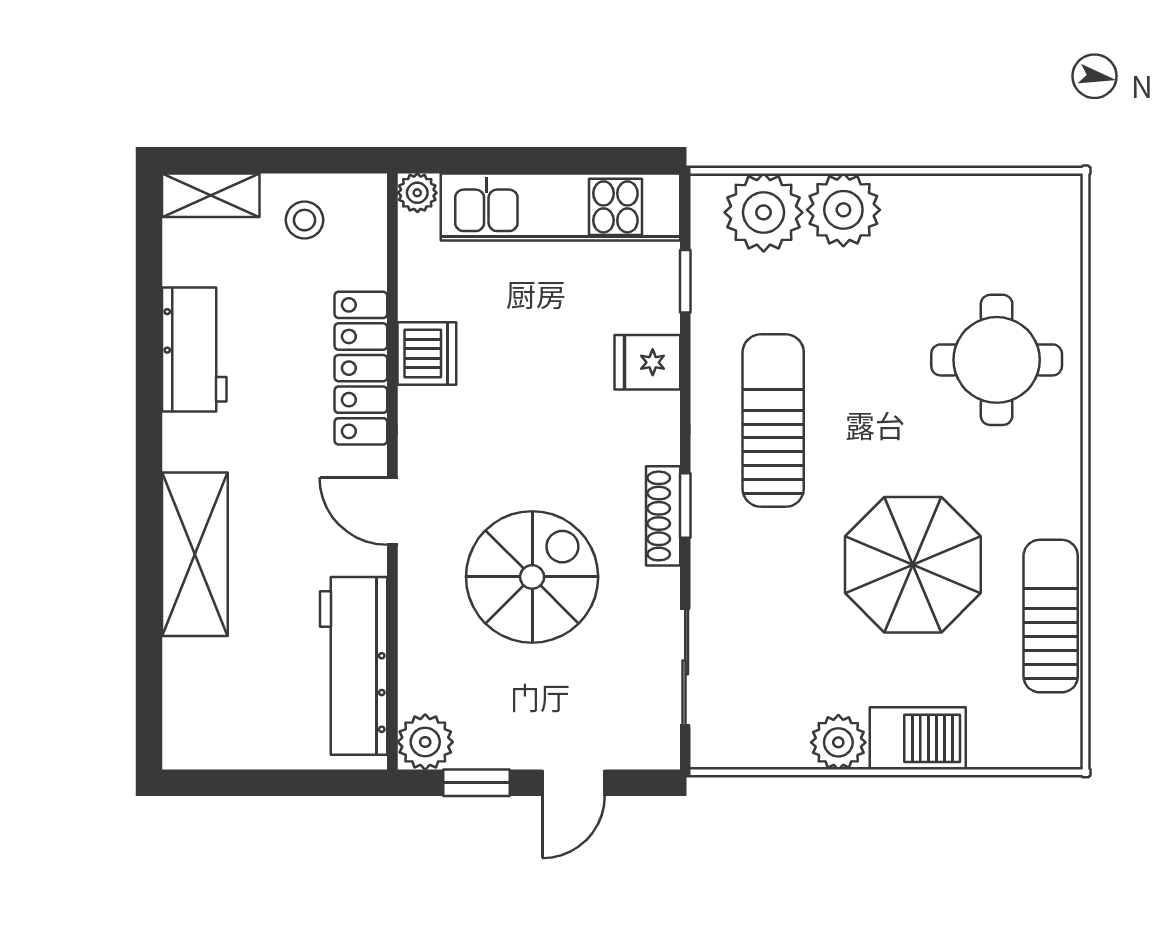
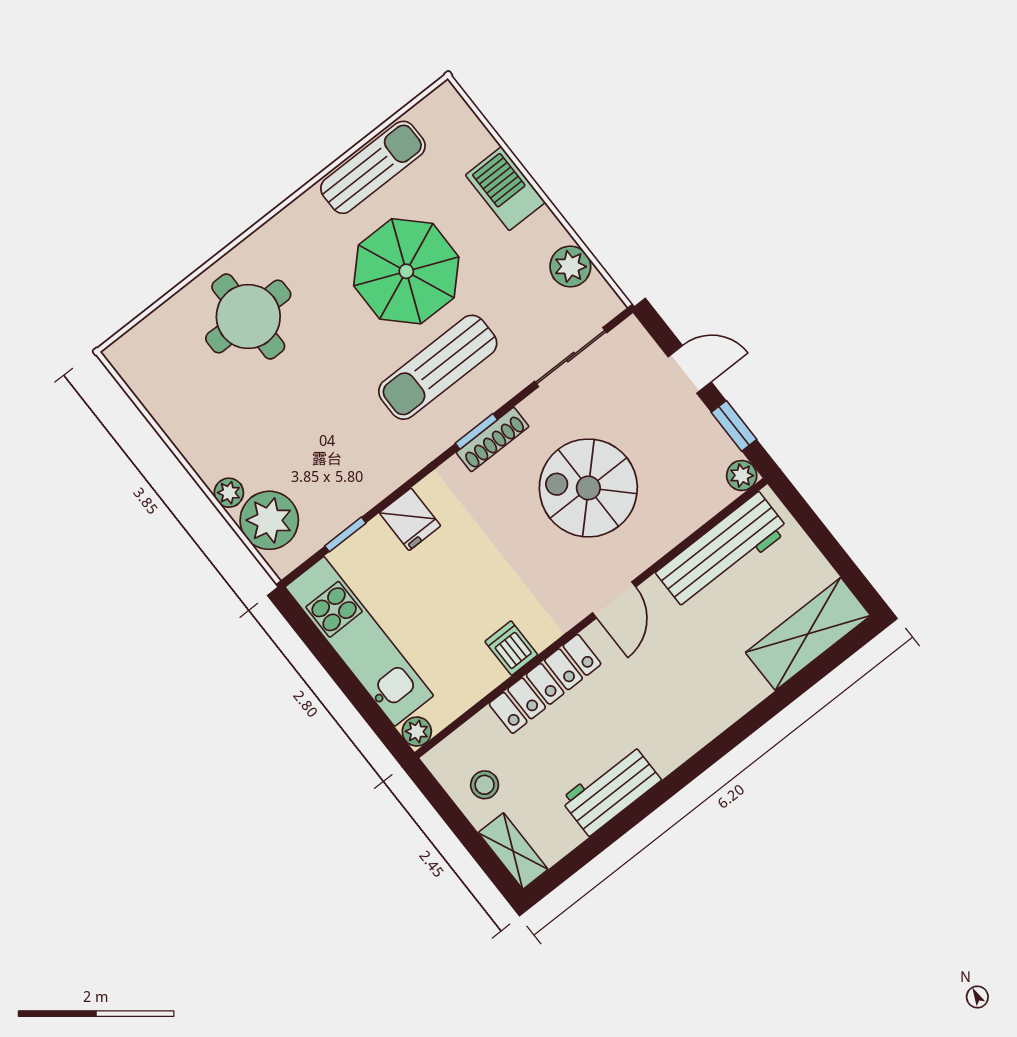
plant: (843, 210) -> (229, 493), width x0.53, depth x0.53
dishwasher: (427, 354) -> (511, 648), width x0.73
sun lounger: (773, 421) -> (438, 367), moved
shelving: (195, 554) -> (808, 634), moved
sun lounger: (1051, 616) -> (373, 167), turned 180
plant: (425, 742) -> (742, 475), width x0.73, depth x0.73
plant: (838, 742) -> (570, 266), moved

